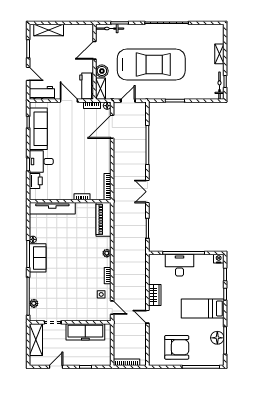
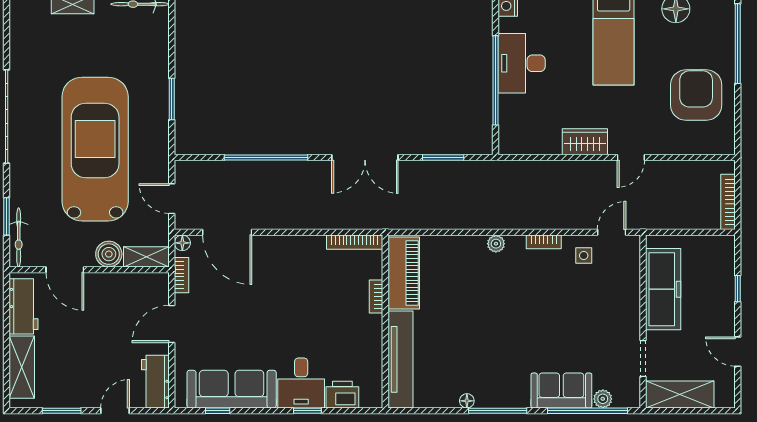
workbench: (87, 86) -> (24, 306), moved, turned -90
double door: (147, 192) -> (365, 157), width x1.37
piano: (104, 219) -> (404, 273), moved, turned -90
sofa: (38, 258) -> (561, 391), moved
desk: (179, 265) -> (522, 63), moved

